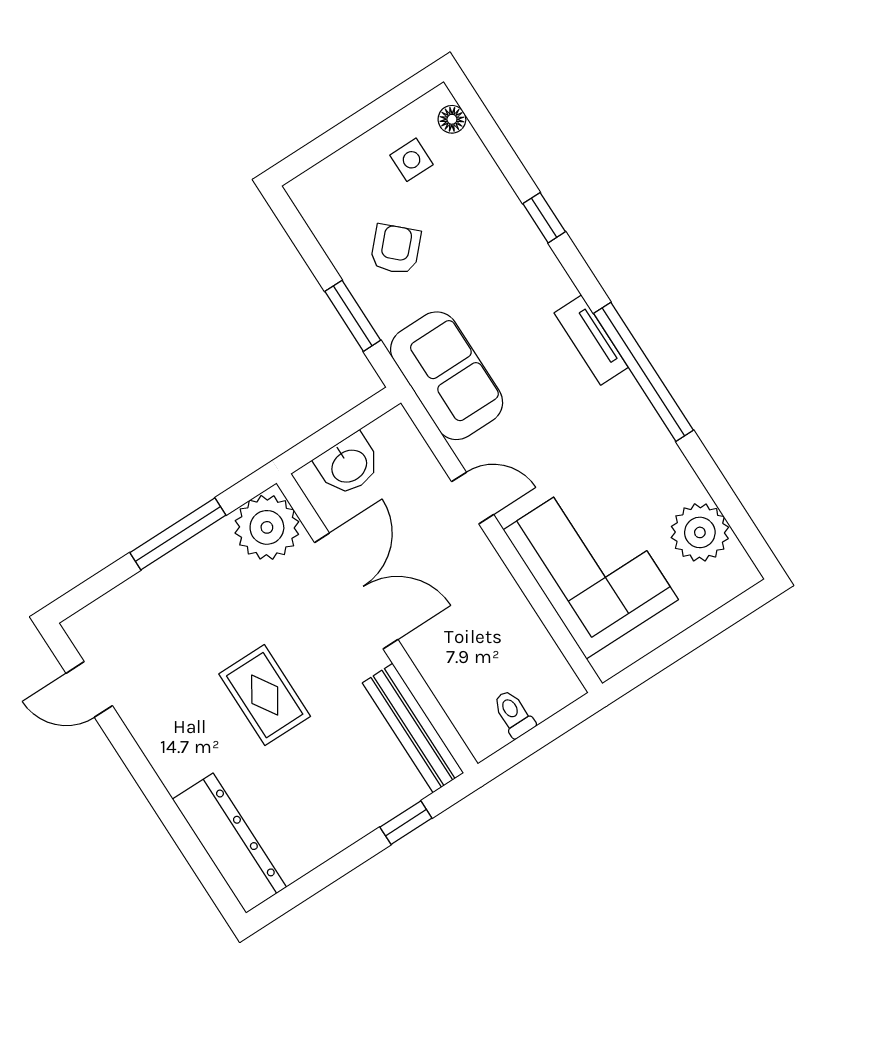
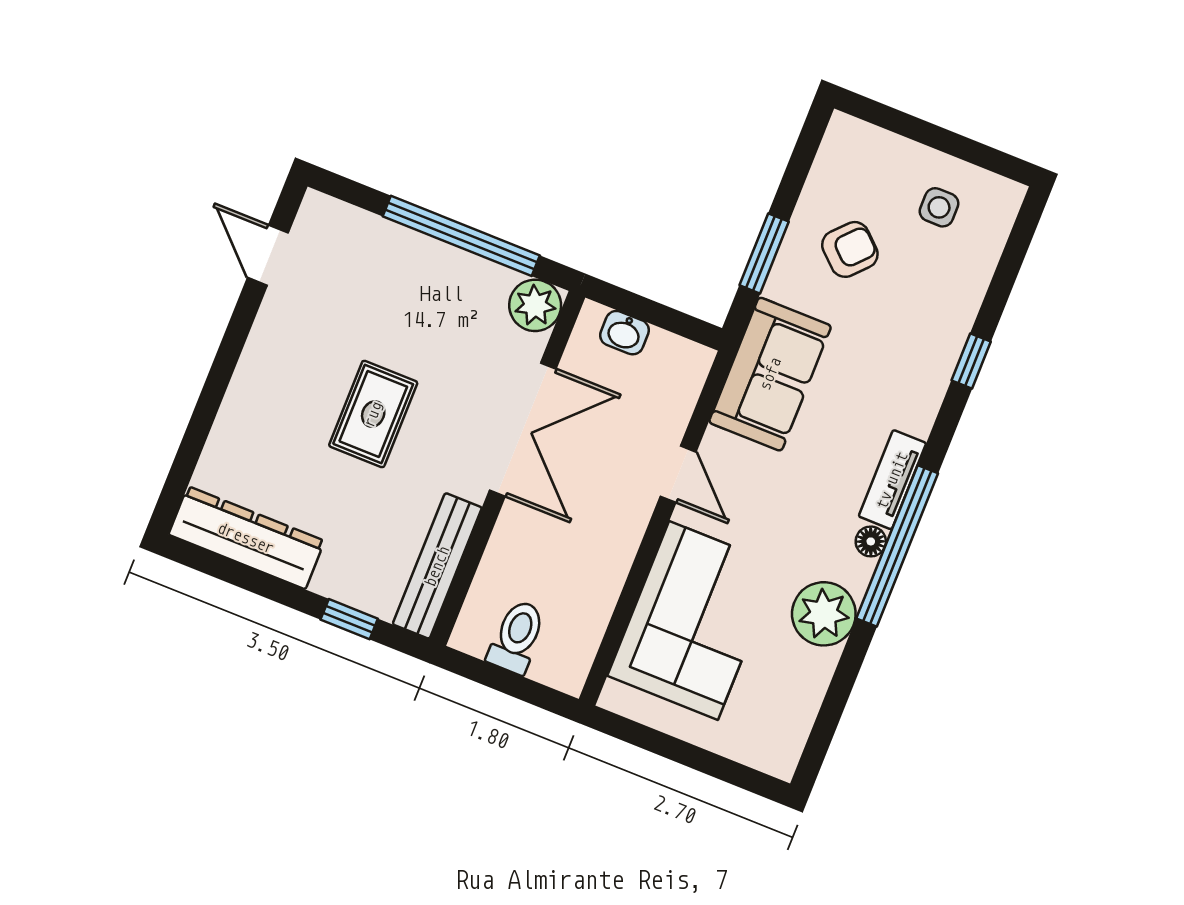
floor lamp: (452, 119) -> (871, 541), moved
washbasin: (348, 465) -> (624, 333), width x0.72, depth x0.69
plant: (267, 527) -> (535, 305), width x0.73, depth x0.73
plant: (700, 532) -> (824, 614), moved
window: (178, 534) -> (461, 236), width x1.46
toilet: (513, 714) -> (517, 637), width x1.37, depth x1.39
dresser: (229, 843) -> (246, 538), moved, turned -90

